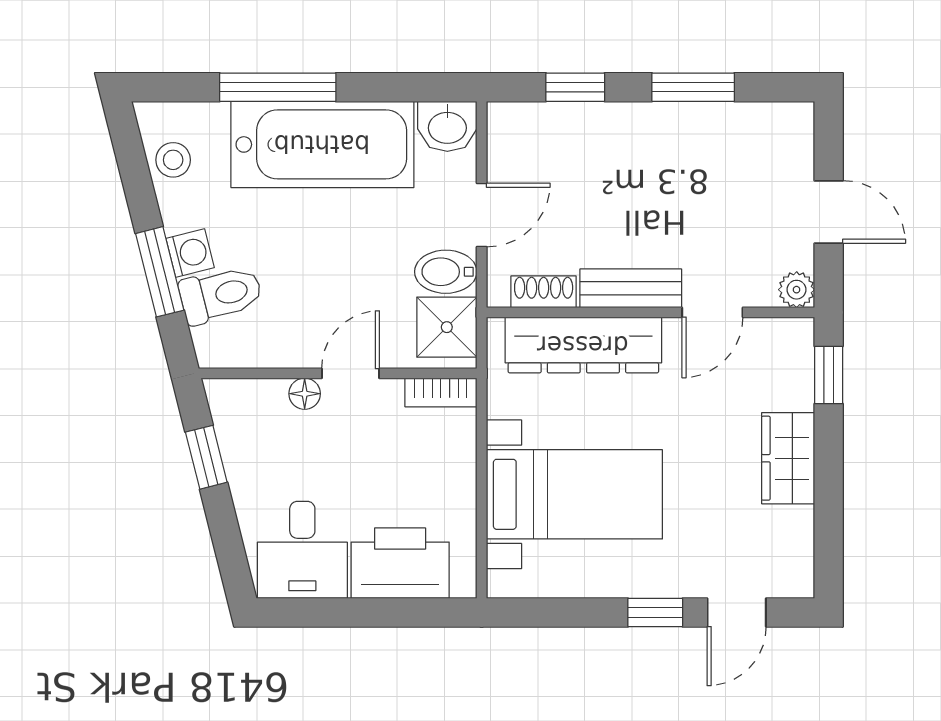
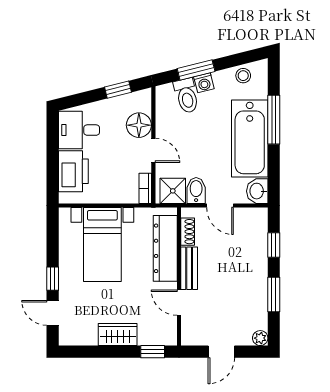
plant: (797, 290) -> (260, 338), moved
floor lamp: (305, 394) -> (139, 125), width x1.89, depth x1.89

